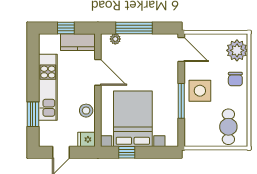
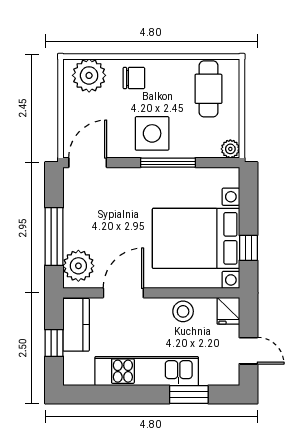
plant: (115, 39) -> (78, 266), width x1.87, depth x1.87
cafe table: (228, 127) -> (208, 89), turned 90
plant: (190, 141) -> (230, 149), added

